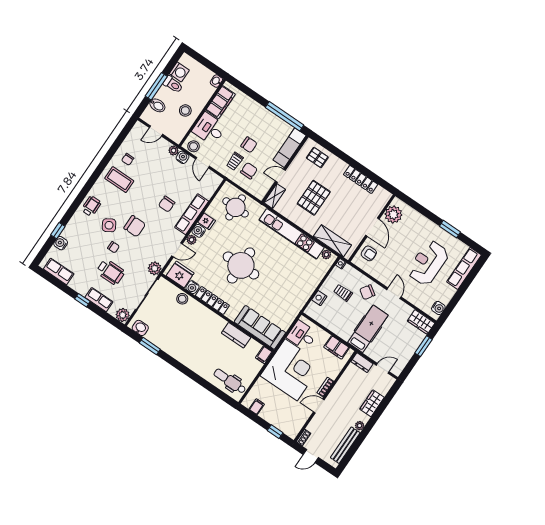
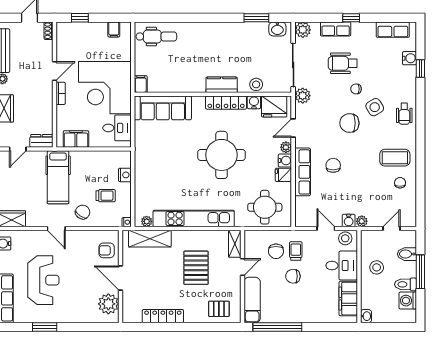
kitchen counter: (236, 335) -> (222, 85), moved

